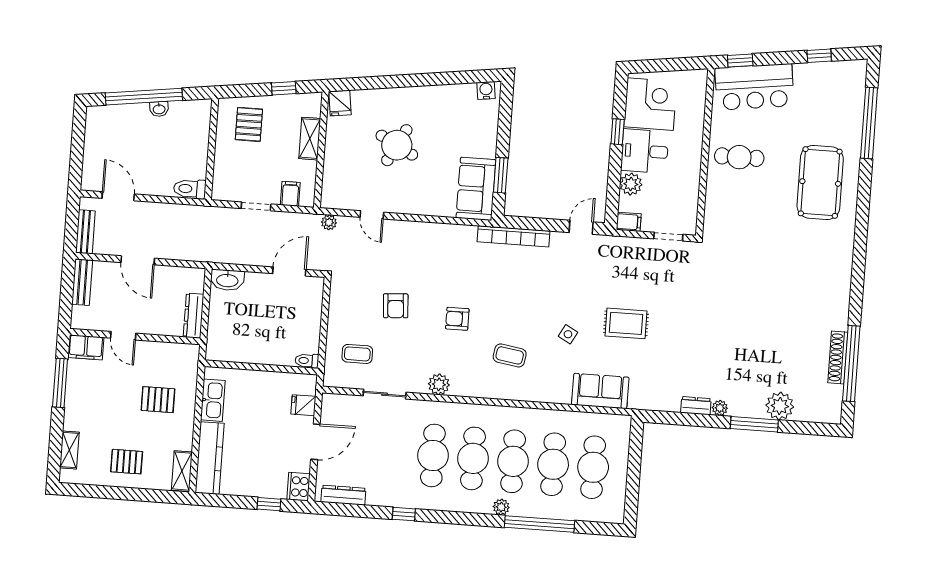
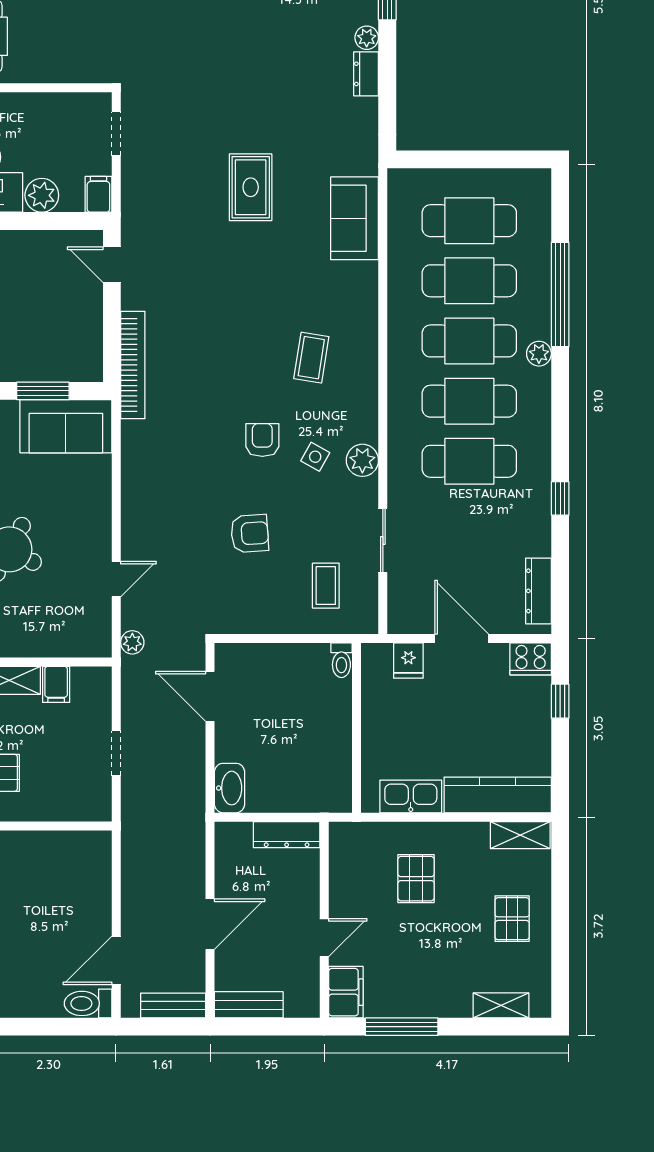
toilet: (190, 189) -> (88, 1003), moved, turned 90
filing cabinet: (290, 194) -> (56, 684), moved, turned -90
armchair: (457, 319) -> (262, 440), turned 180
side table: (568, 334) -> (315, 457), moved

